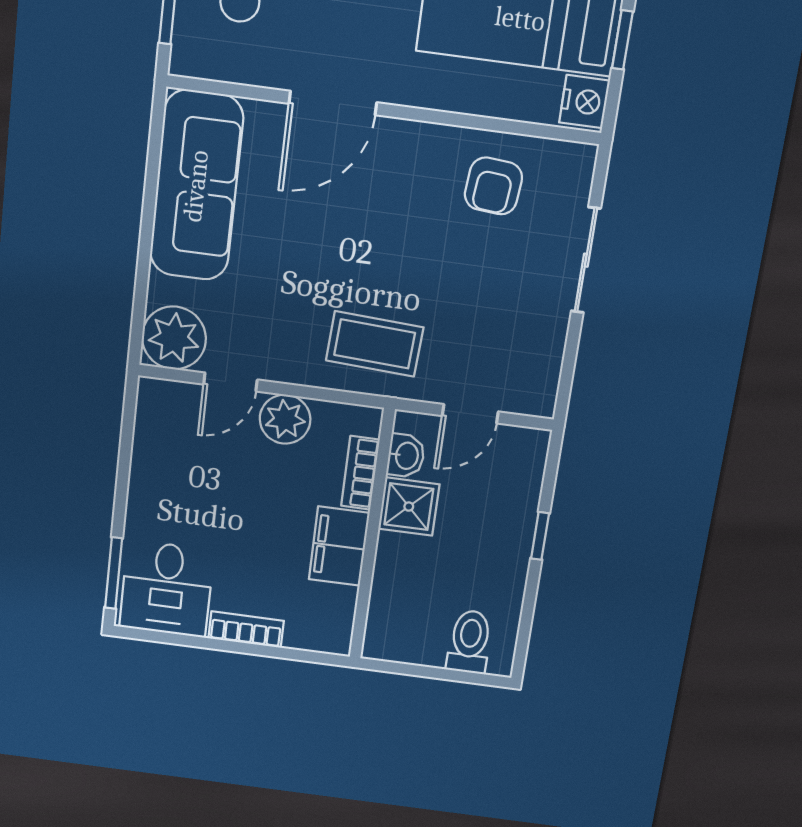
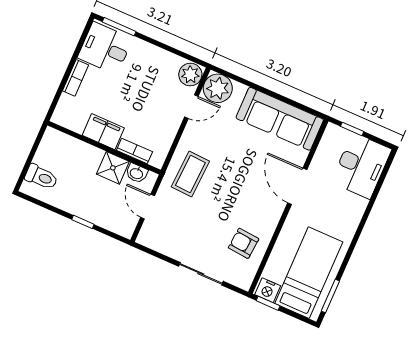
window: (622, 40) -> (268, 303), moved
door: (230, 382) -> (191, 107), swing flipped
plant: (285, 419) -> (190, 75), moved

